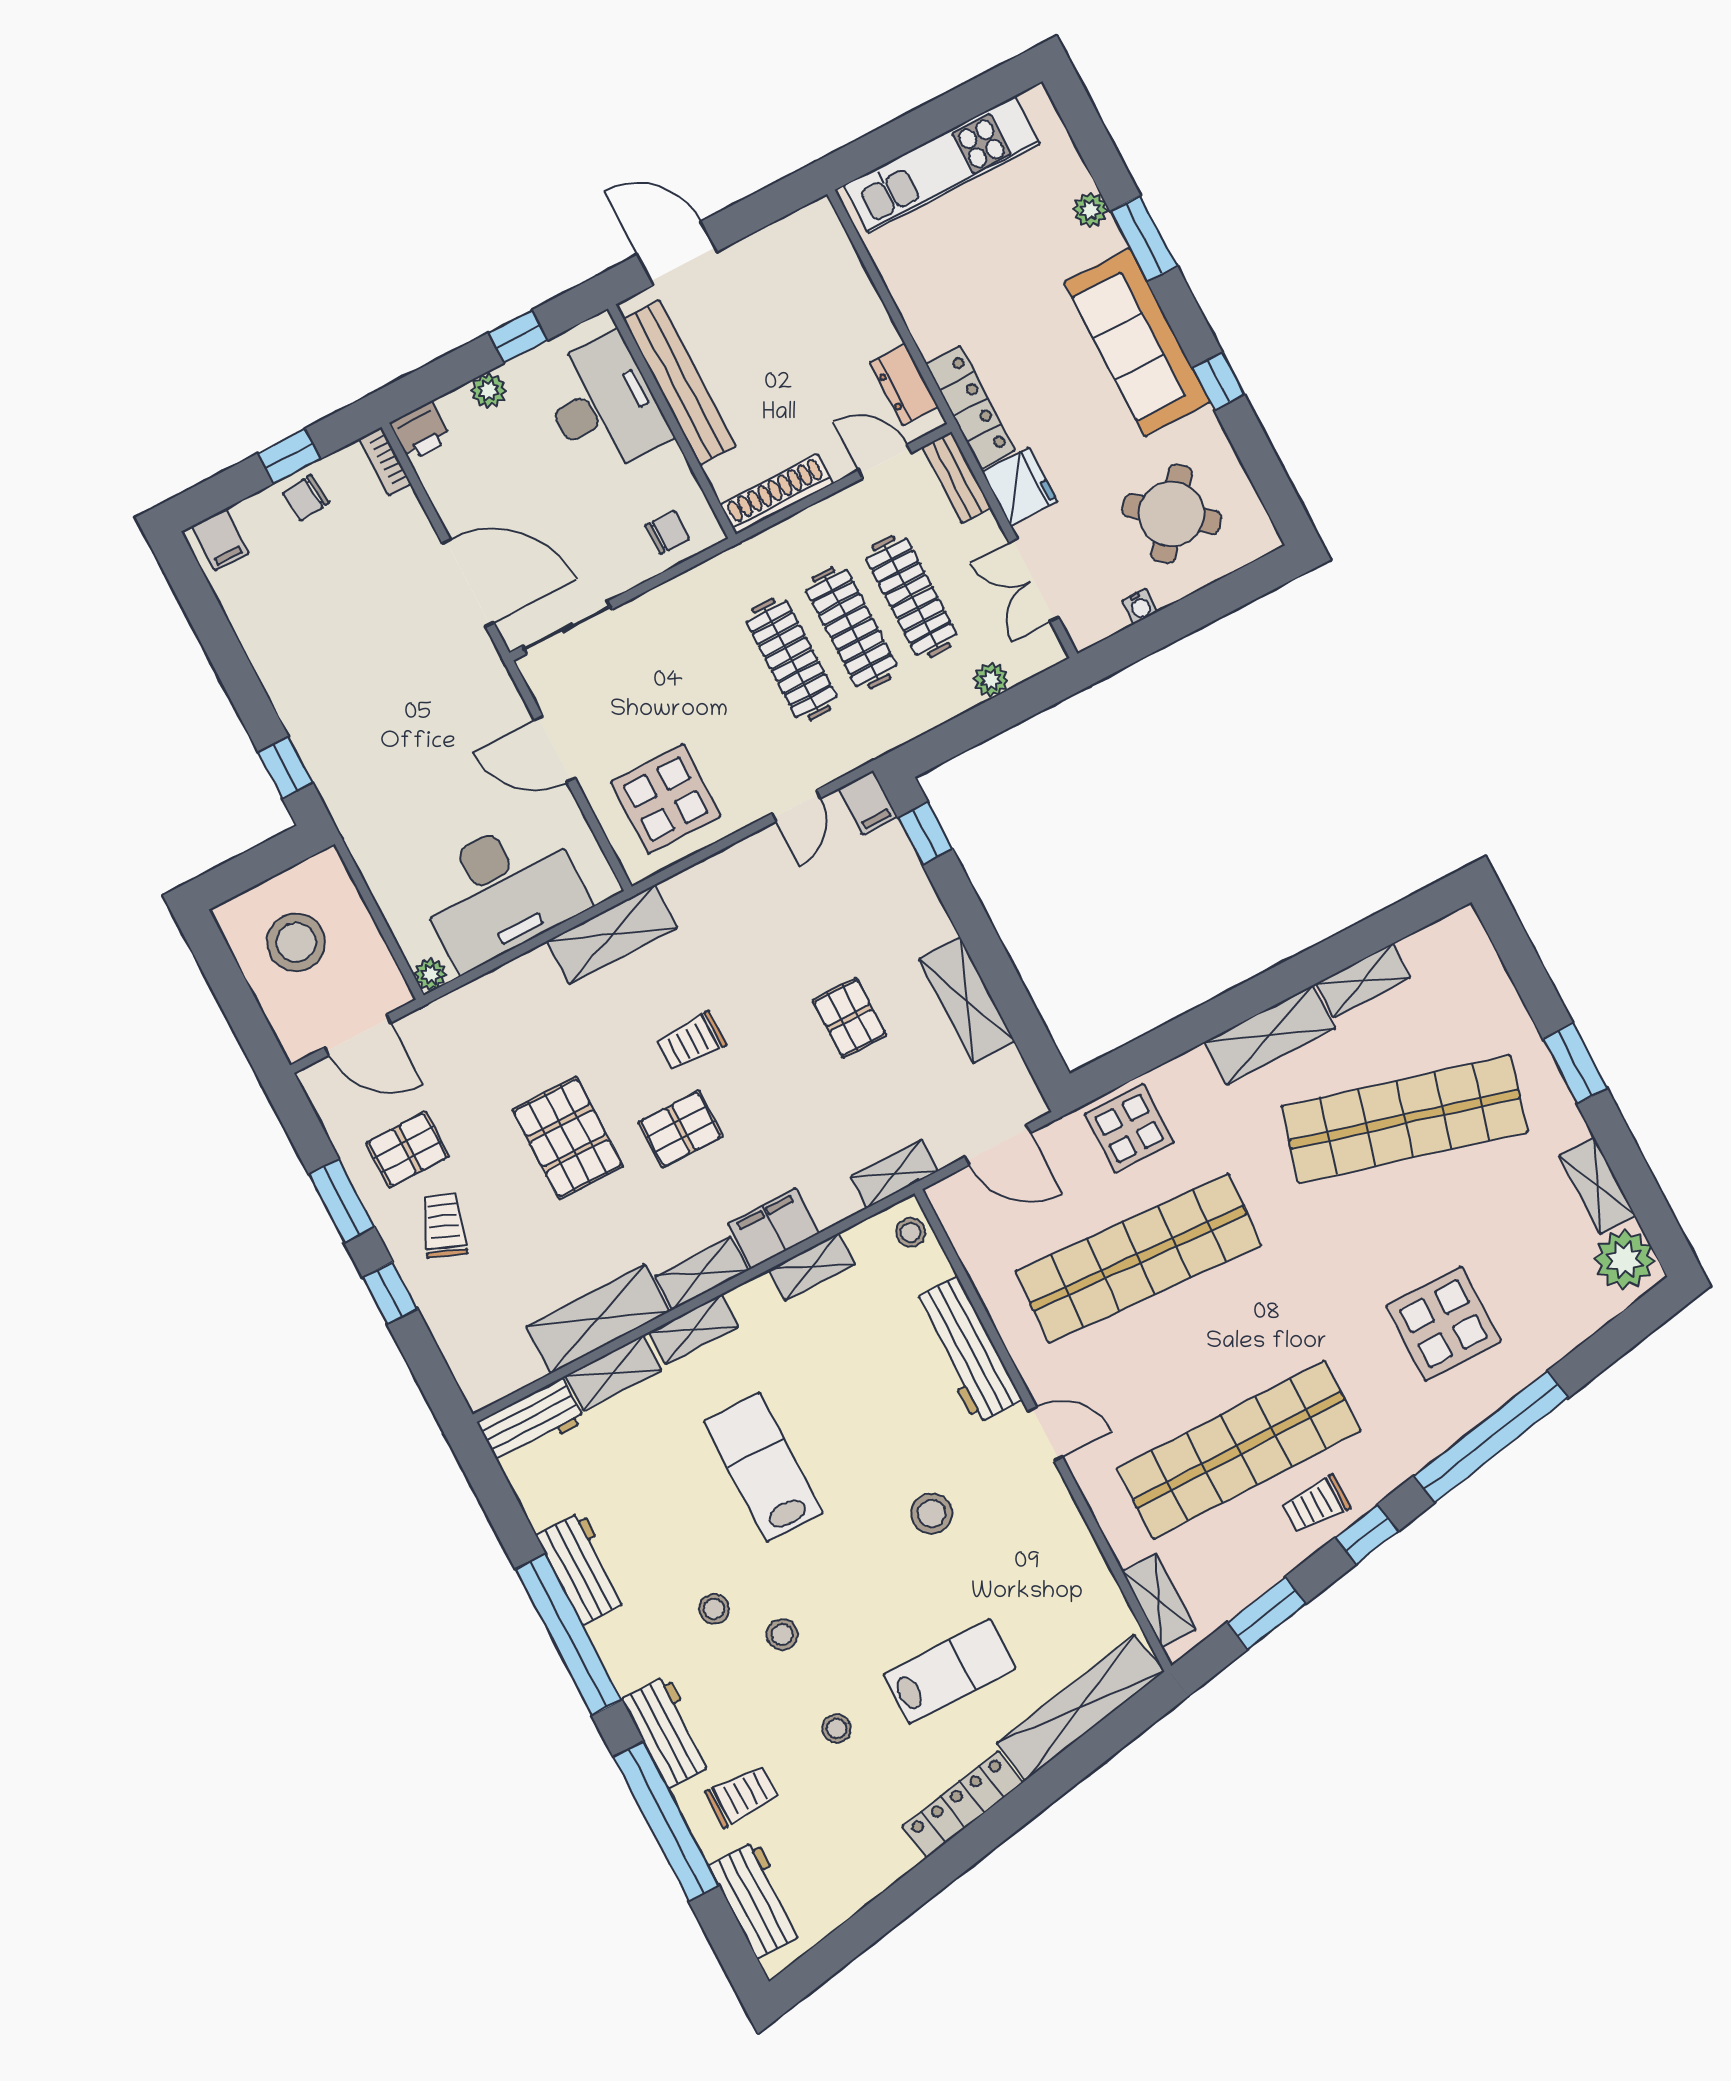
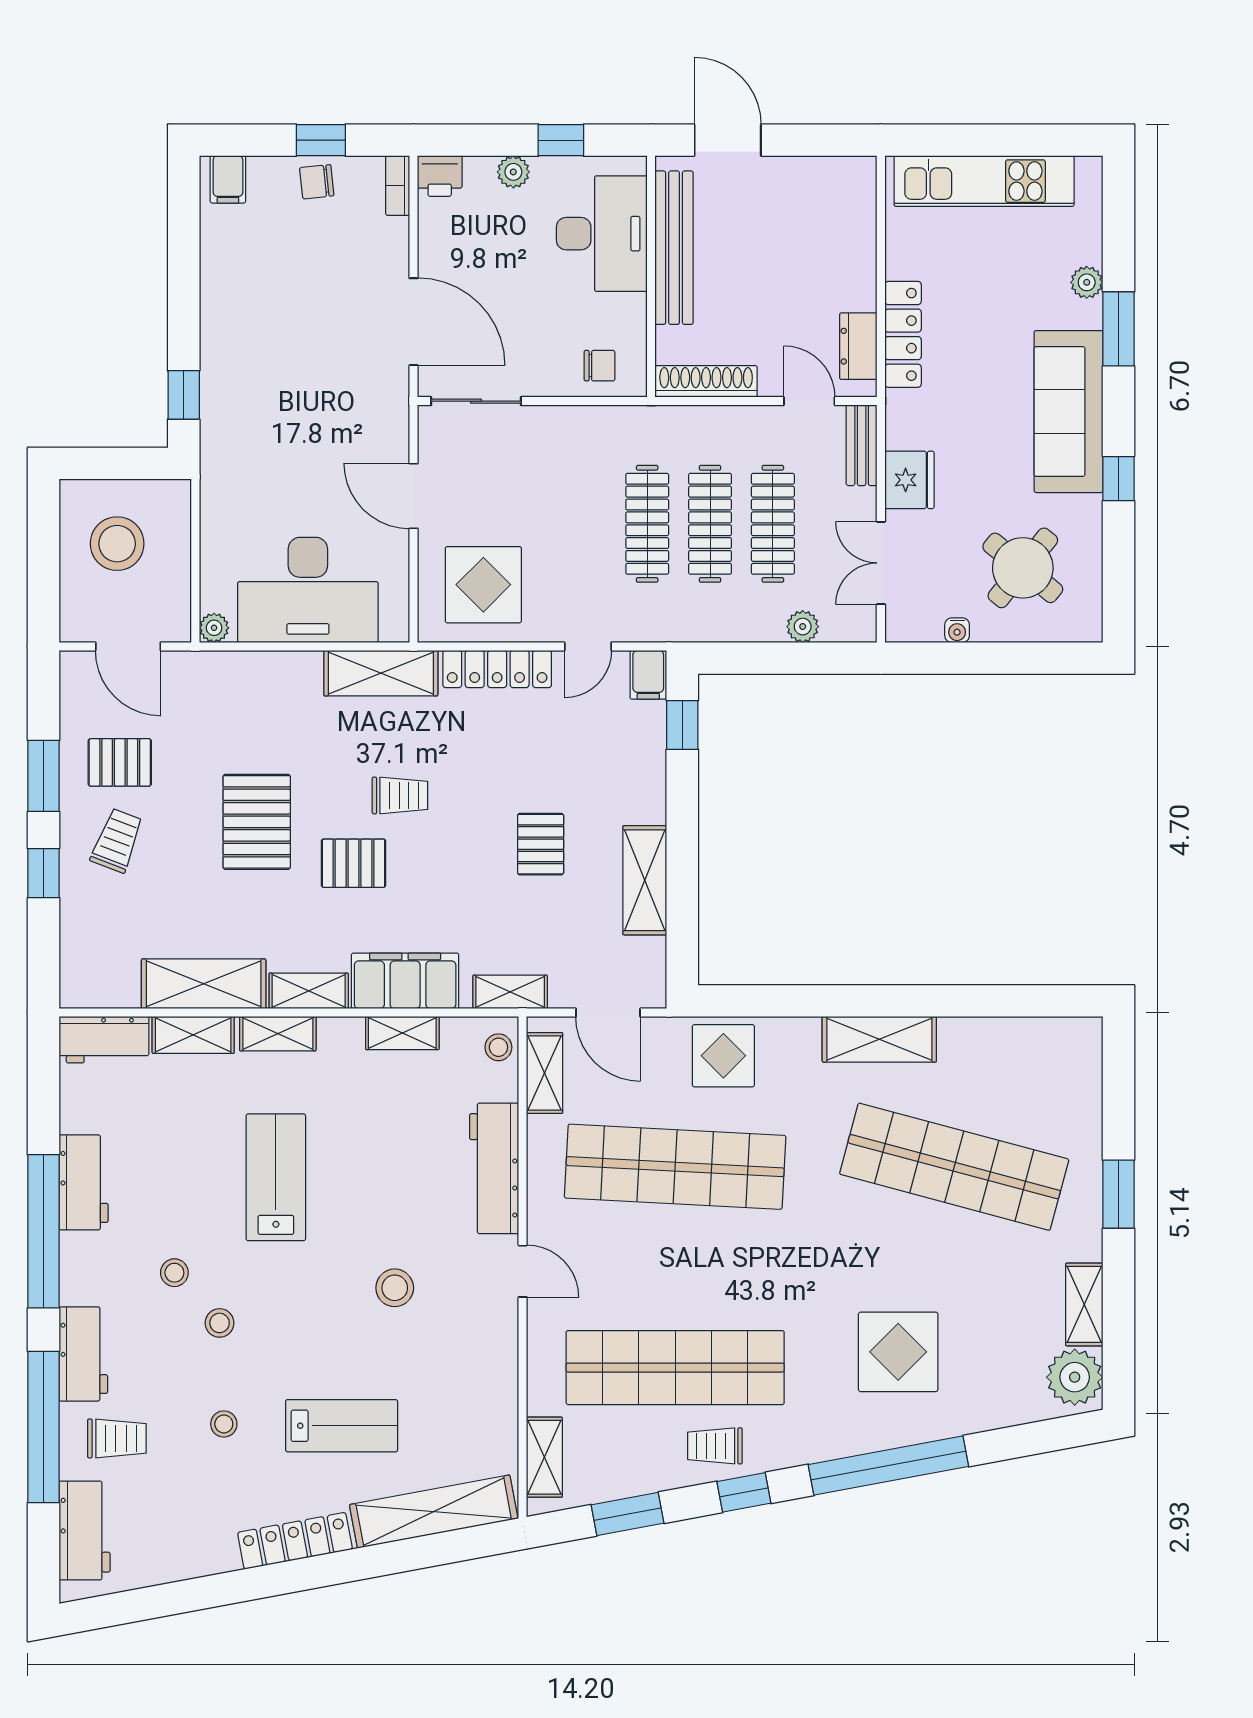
locker: (970, 407) -> (903, 334), moved
locker: (721, 872) -> (497, 669), added
shelving: (1363, 981) -> (545, 1073), moved, turned 90
trolley: (691, 1041) -> (400, 795), turned 180
filing cabinet: (773, 1228) -> (405, 981), width x1.50, depth x1.17

